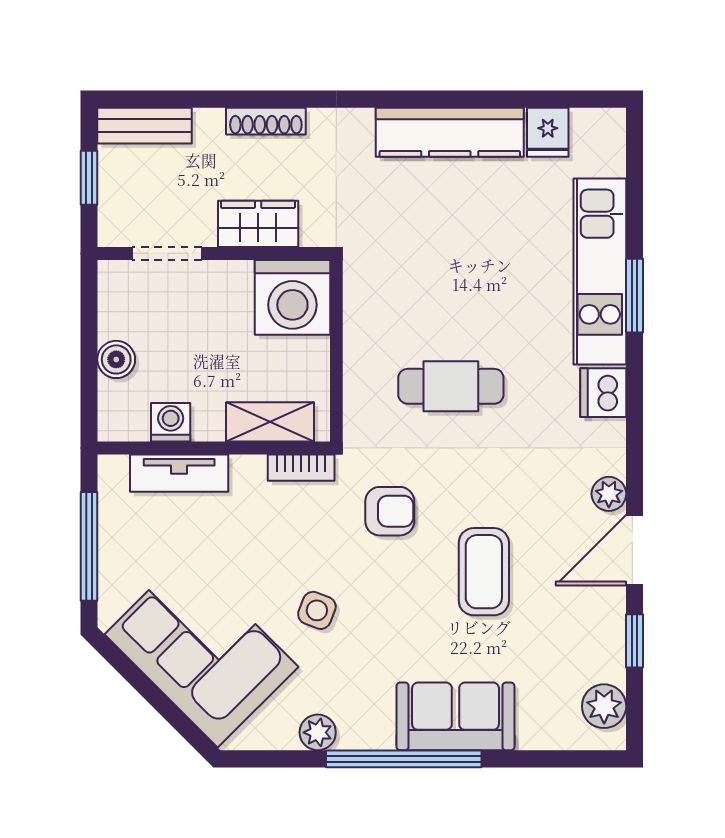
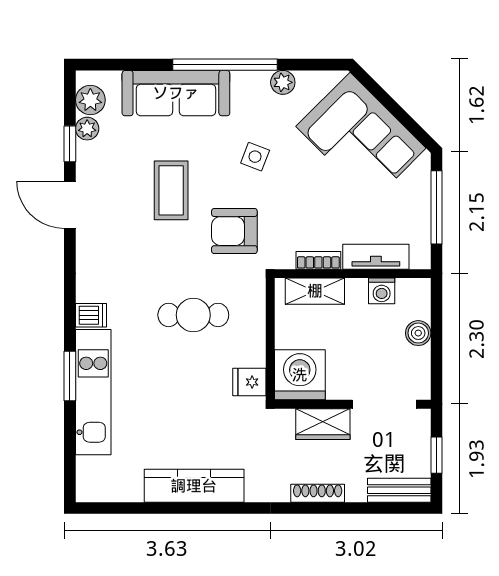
fridge: (548, 132) -> (249, 382), moved, turned -90
doorway: (167, 253) -> (384, 404), width x1.38
dishwasher: (603, 393) -> (91, 315), width x0.73
bookcase: (301, 468) -> (318, 260), moved
plant: (609, 494) -> (87, 129), moved
armchair: (390, 511) -> (234, 231), width x1.38, depth x1.38
door: (635, 550) -> (70, 205), swing flipped
side table: (317, 610) -> (255, 157), moved
sofa: (455, 716) -> (176, 93), width x1.36

